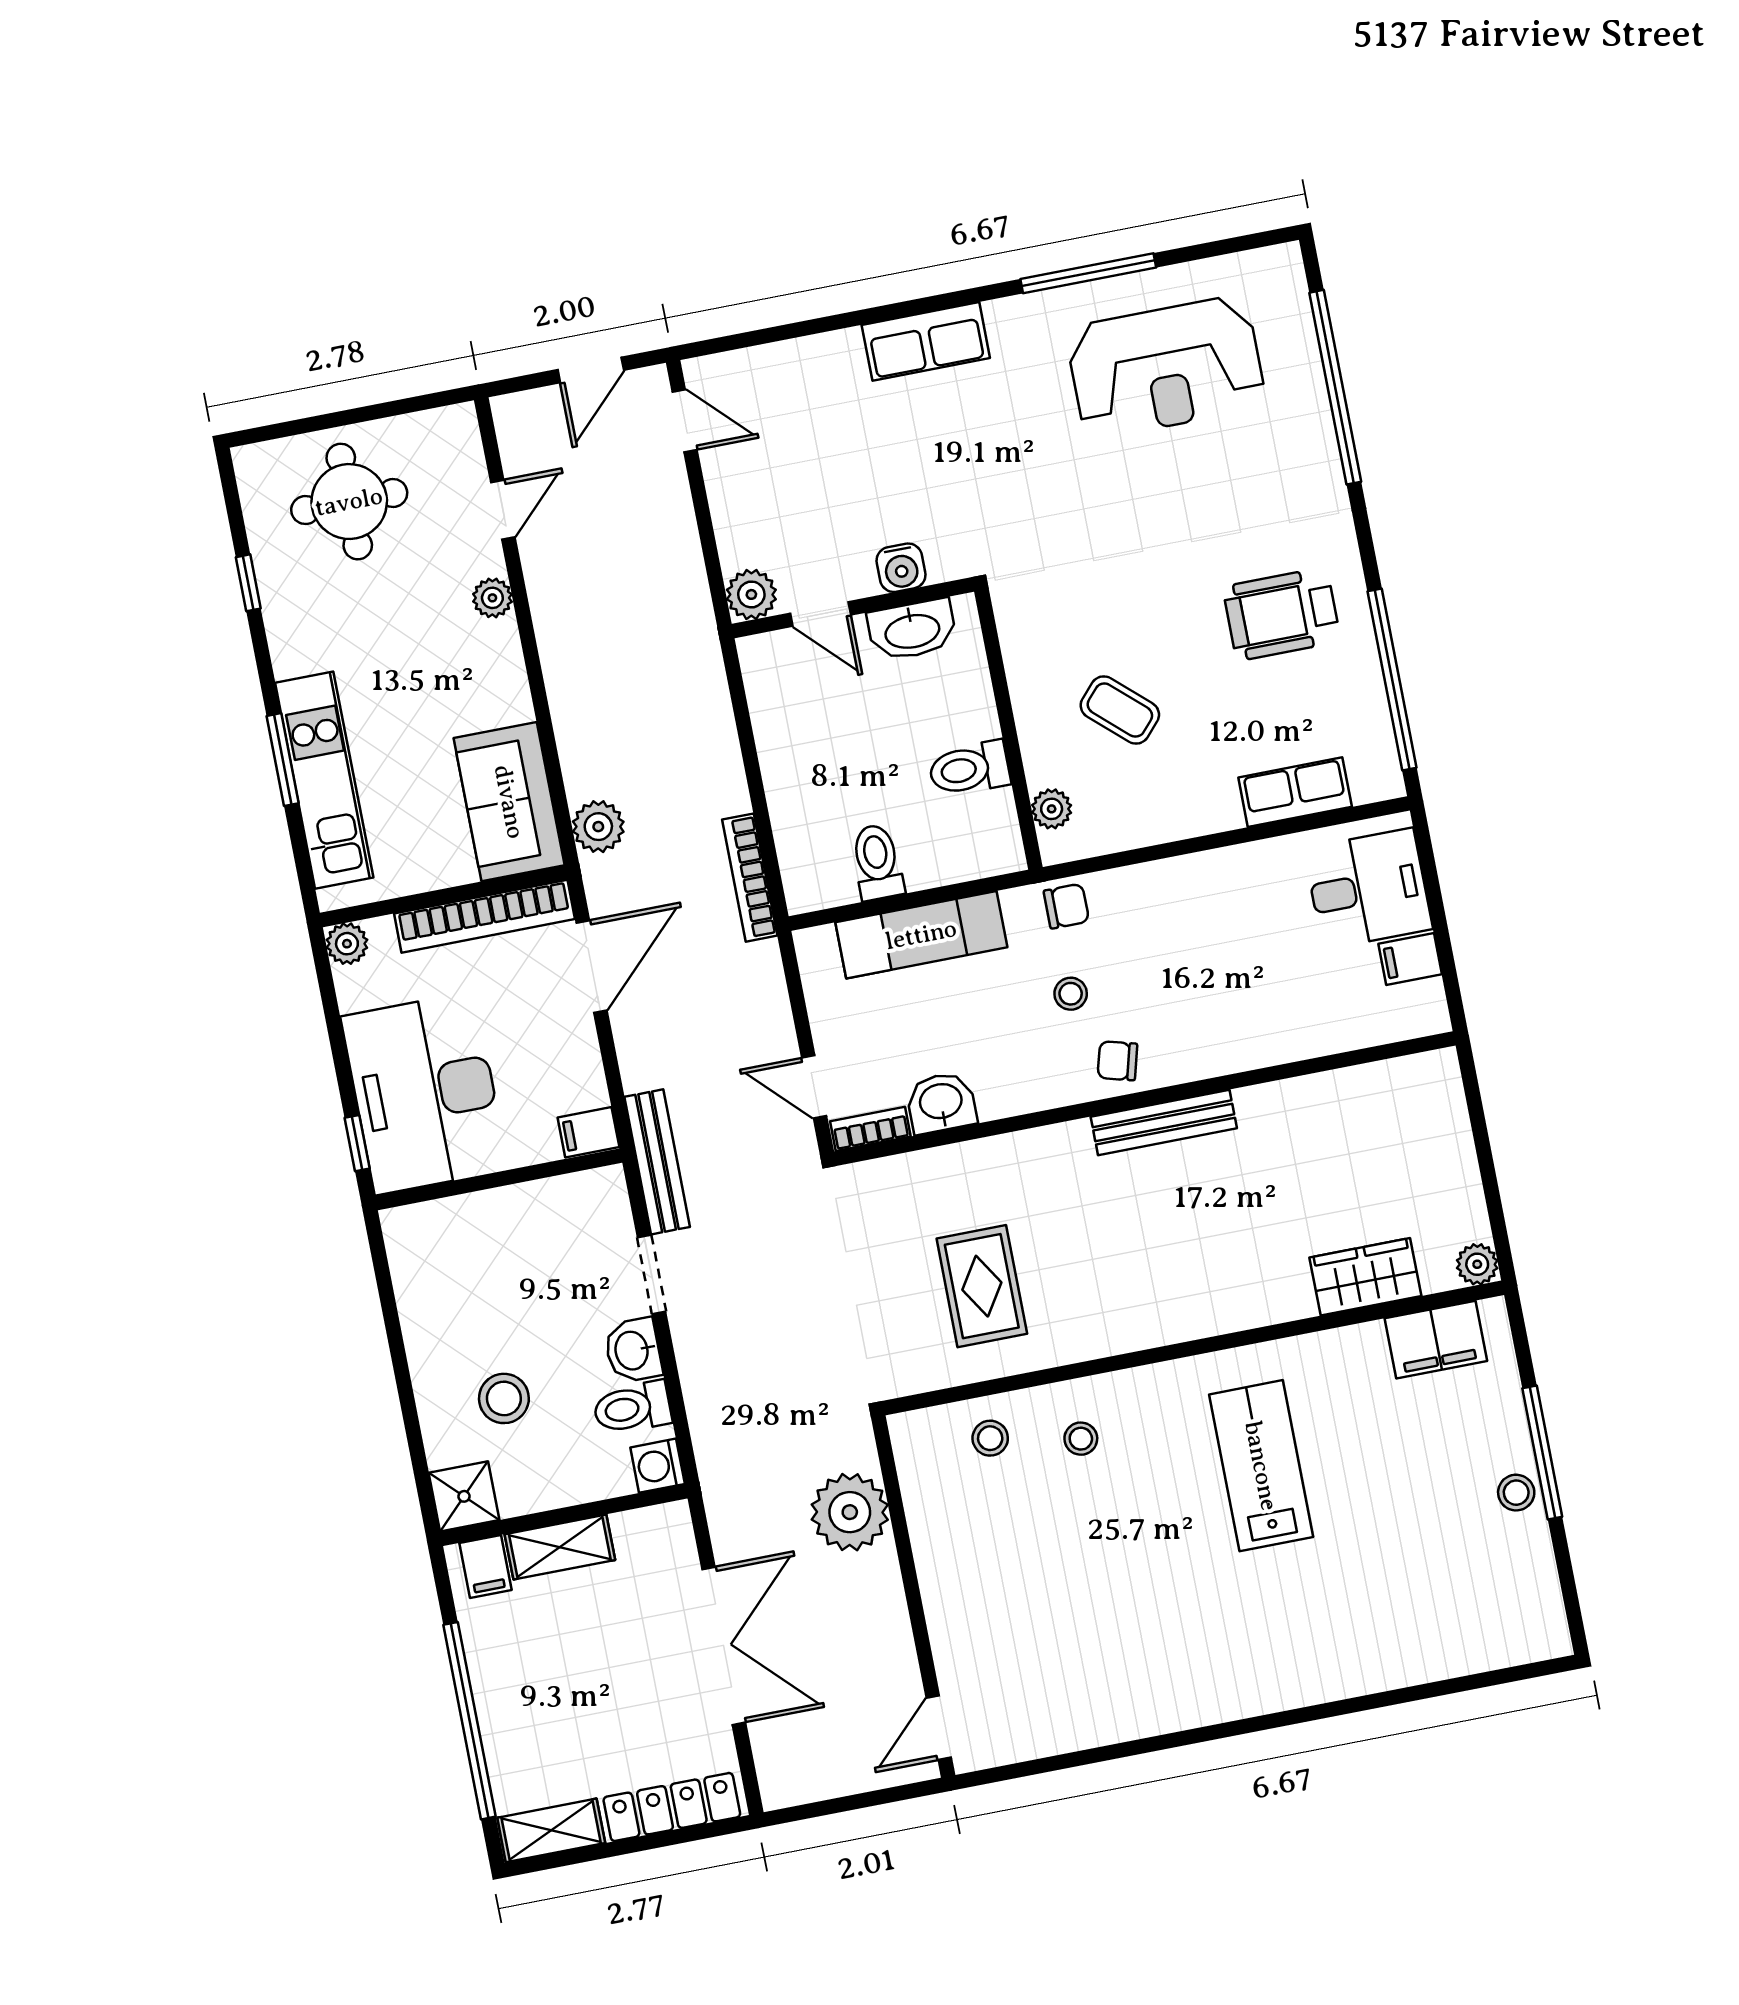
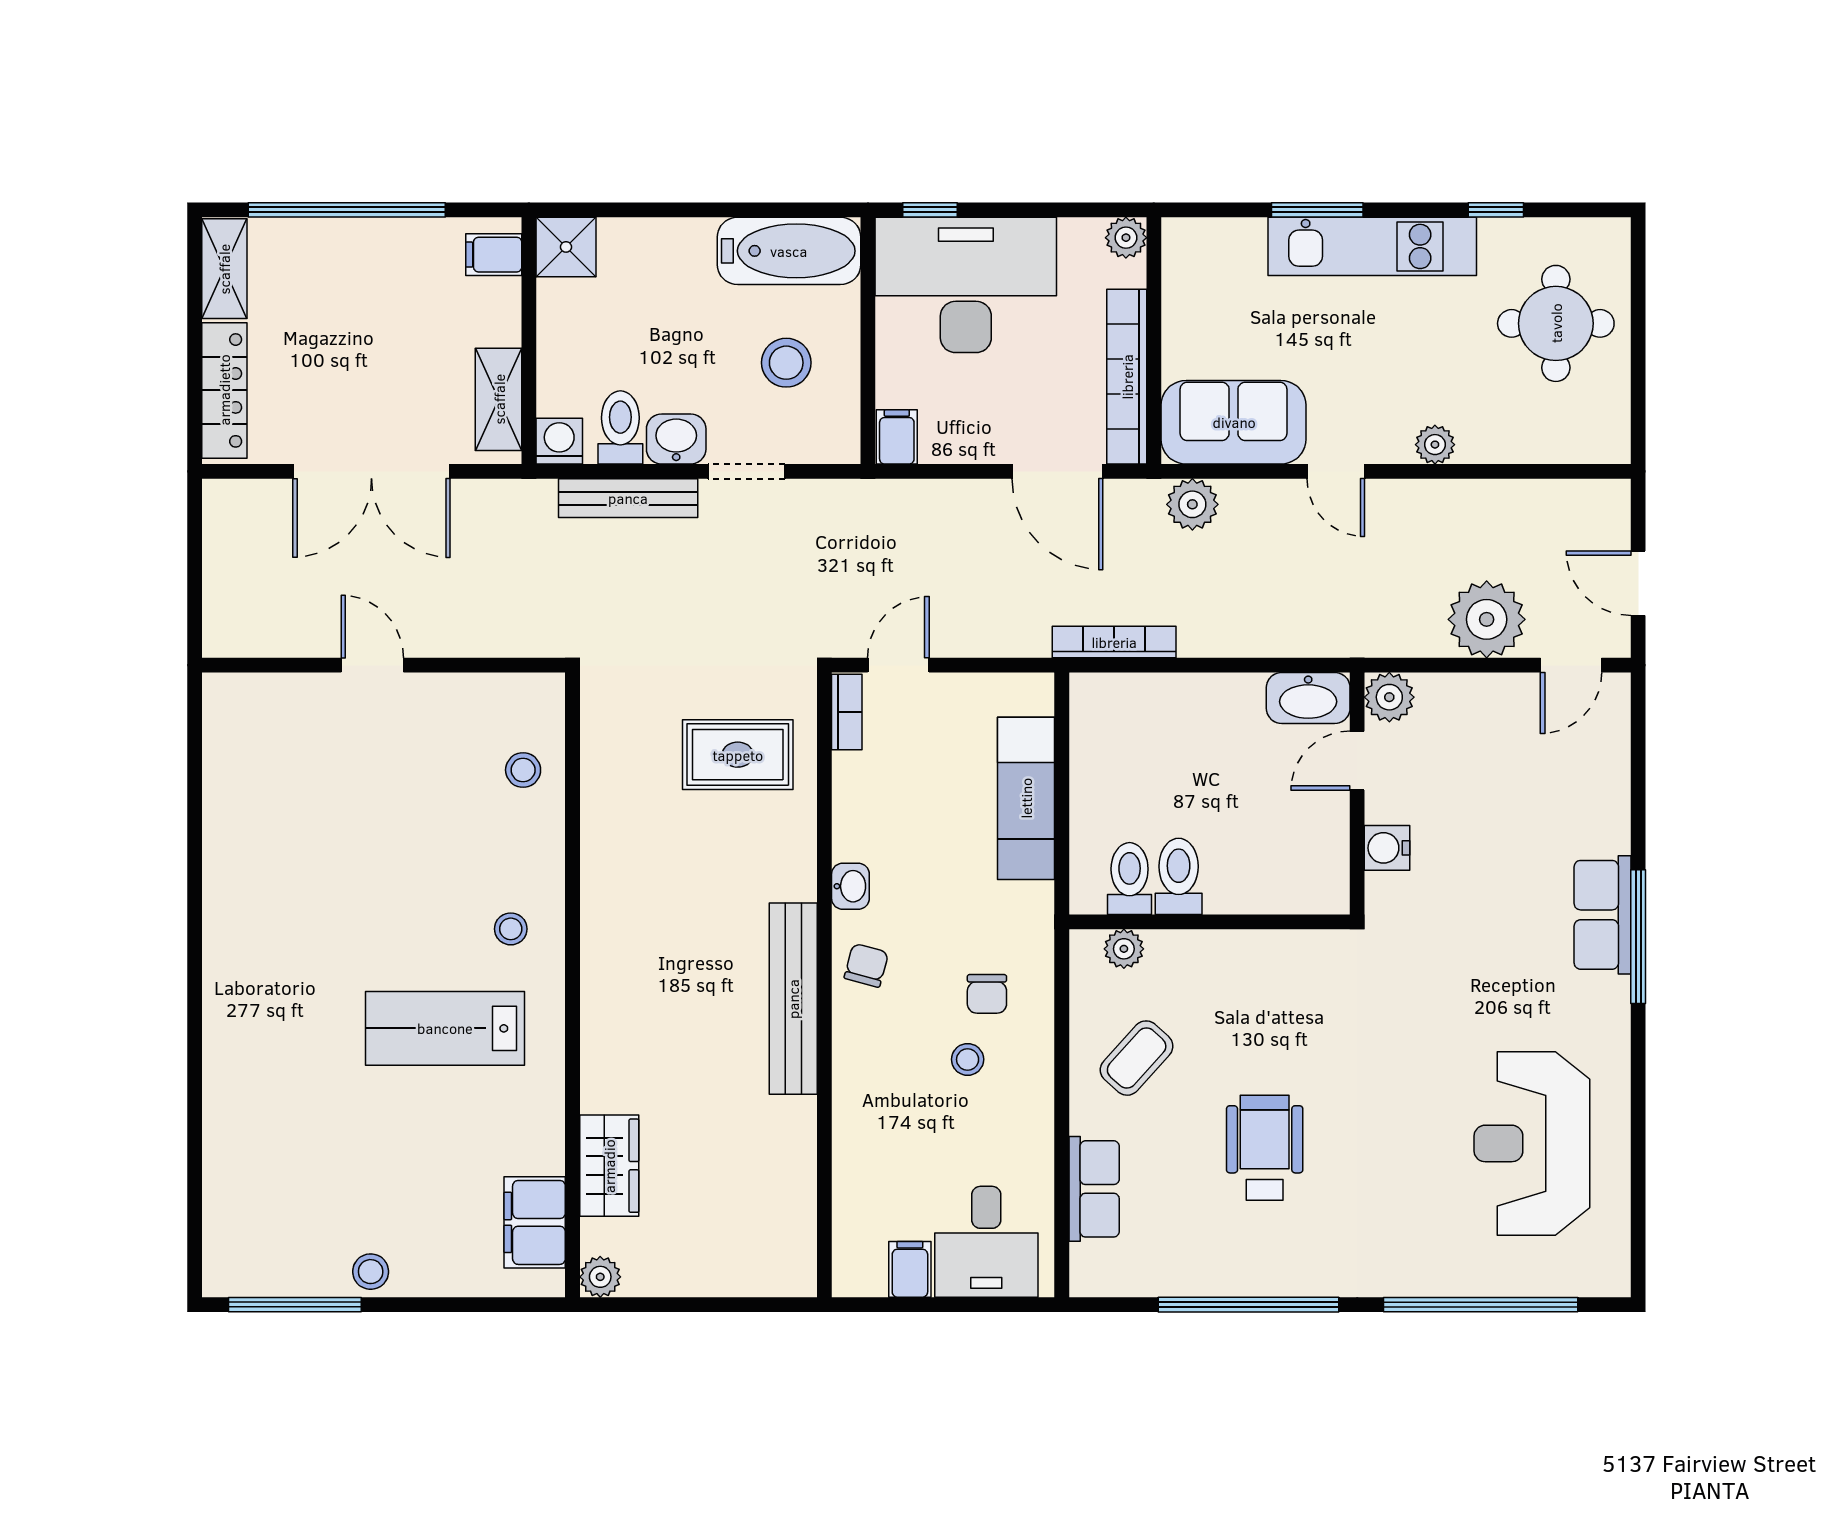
window: (1088, 273) -> (1638, 937), moved
door: (503, 510) -> (1336, 471), moved
wheelchair: (1282, 614) -> (1265, 1148), moved
washbasin: (912, 630) -> (1308, 698), moved, turned -90
window: (1392, 679) -> (1249, 1305), moved
coffee table: (1120, 710) -> (1137, 1058), moved
kitchen unit: (324, 780) -> (1372, 246), moved
toilet: (877, 862) -> (1130, 879), moved, turned -90
chair: (1066, 906) -> (987, 994), moved
stool: (1071, 994) -> (968, 1059), moved
washbasin: (941, 1103) -> (850, 886), moved, width x0.72, depth x0.69
bench: (1164, 1122) -> (793, 999), width x1.37, depth x1.21
bench: (657, 1162) -> (628, 498), moved
bathtub: (425, 1275) -> (789, 251), added
rug: (982, 1286) -> (738, 755), moved
stool: (504, 1398) -> (786, 363), moved
stool: (1081, 1439) -> (511, 929), moved
window: (1542, 1453) -> (295, 1305), moved
lab bench: (1261, 1466) -> (445, 1028), turned 180
plant: (850, 1512) -> (1487, 619), moved
shelving: (560, 1547) -> (499, 399), moved
door: (939, 1728) -> (372, 665), moved

